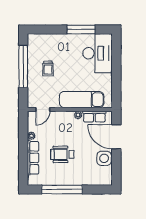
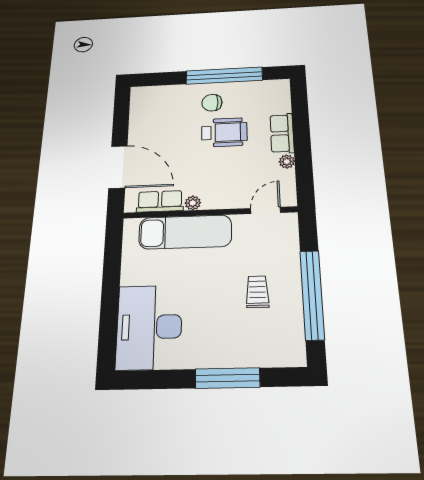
window: (81, 29) -> (228, 378), moved
row of seats: (33, 158) -> (282, 133), width x0.68
side table: (104, 158) -> (144, 129), removed
chair: (69, 173) -> (212, 103), added

